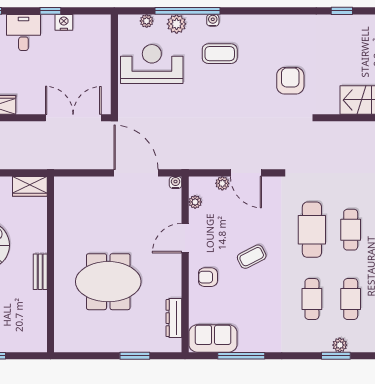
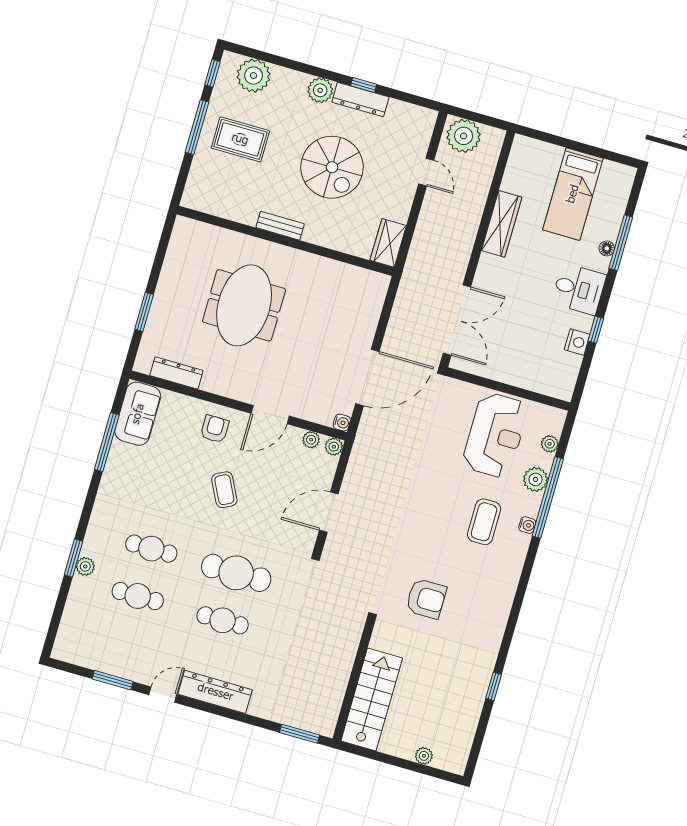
plant: (222, 183) -> (334, 447), moved
door: (185, 238) -> (270, 415), swing flipped

